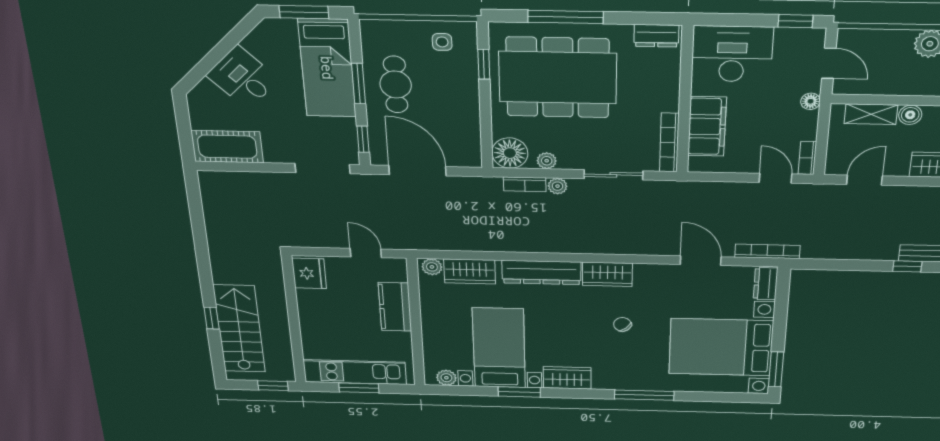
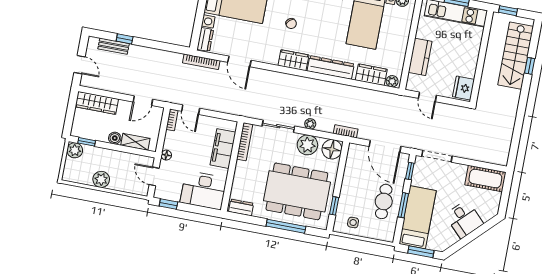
plant: (547, 161) -> (307, 145), width x1.87, depth x1.87
bookcase: (525, 184) -> (346, 131), moved

